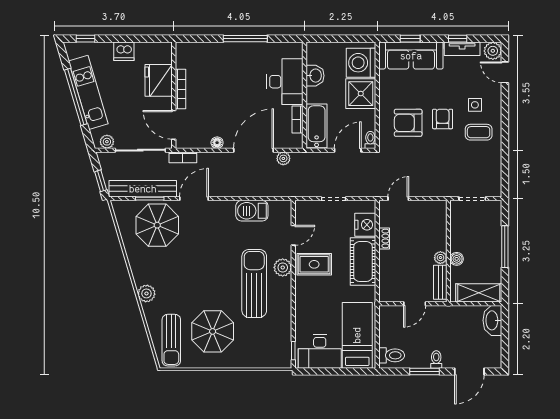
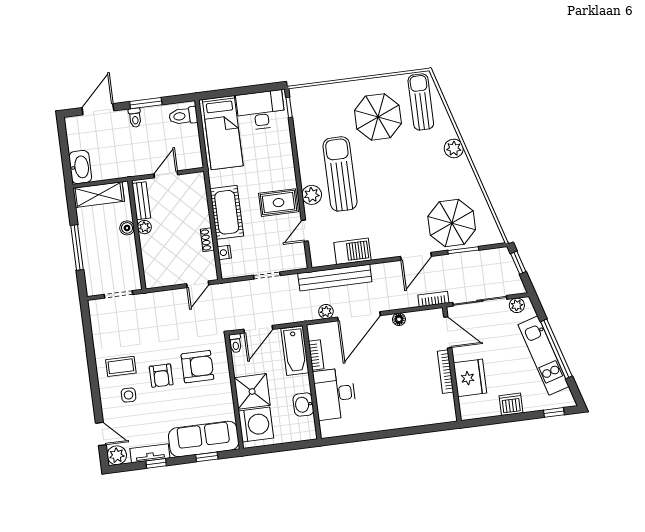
window: (245, 39) -> (383, 434), removed
bench: (143, 189) -> (335, 278), moved
nightstand: (365, 225) -> (224, 252), width x0.53, depth x0.56
sun lounger: (254, 283) -> (340, 174), turned 180

